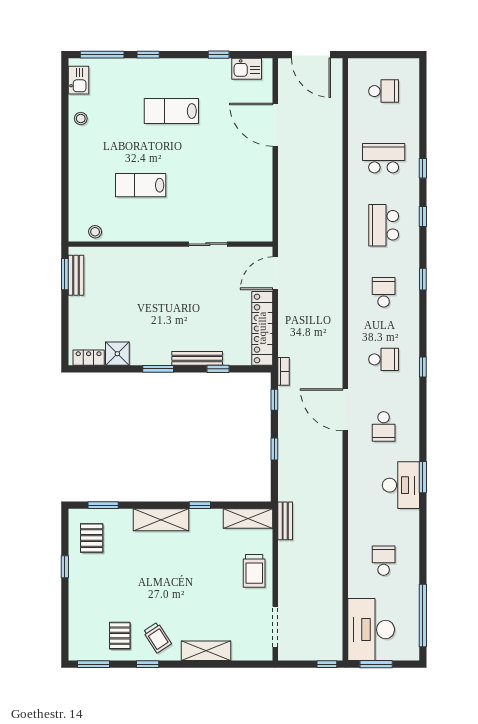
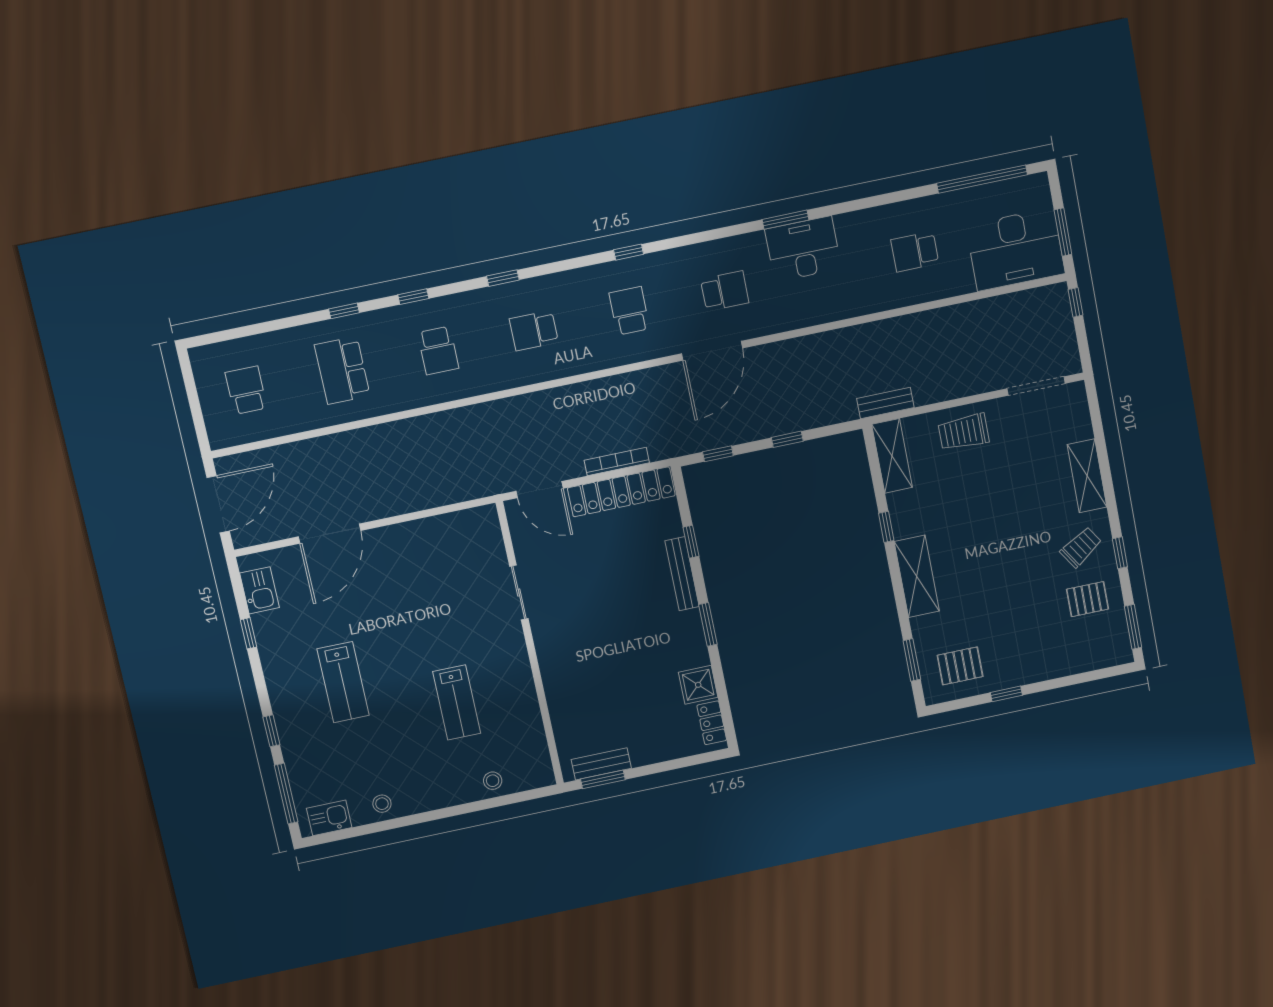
school desk: (384, 225) -> (438, 350), width x0.54
stool: (95, 232) -> (493, 781), moved
bookcase: (284, 371) -> (617, 462), moved, width x1.56
trolley: (254, 571) -> (963, 432), turned 180

